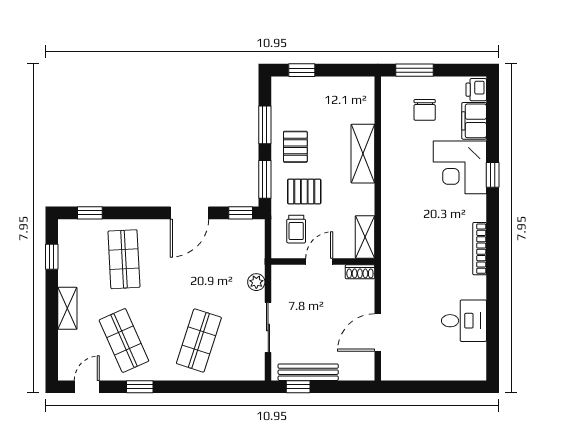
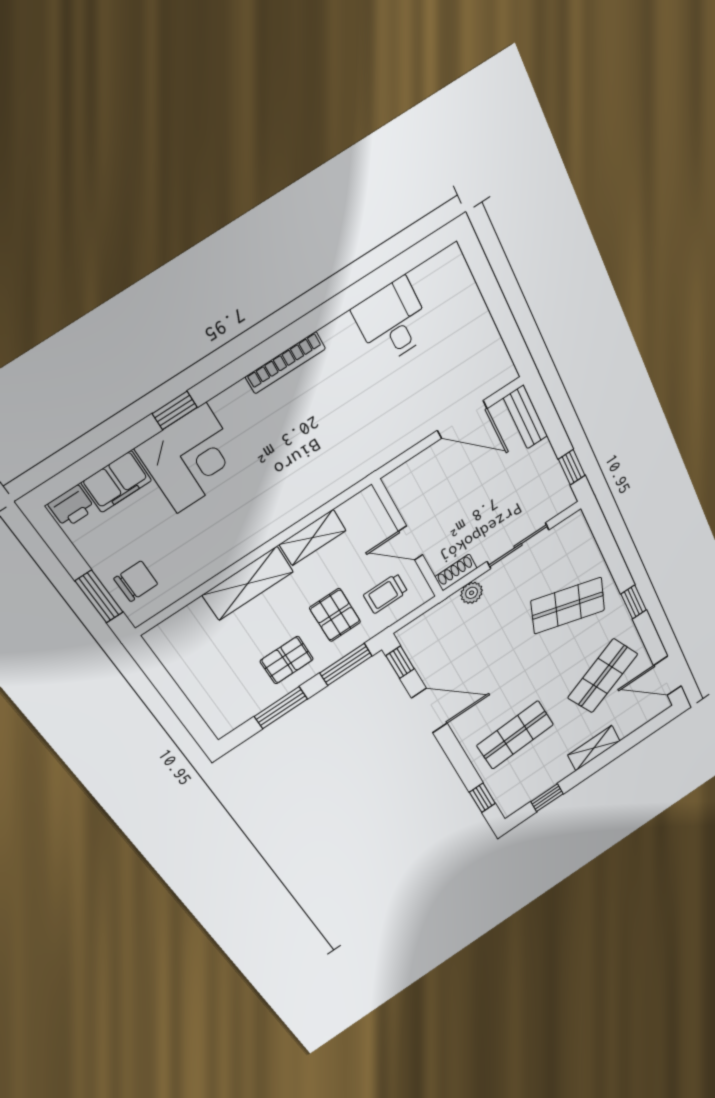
window: (302, 70) -> (188, 716), removed
chair: (425, 110) -> (136, 581), moved
trolley: (296, 229) -> (386, 593), turned 180
shelving: (365, 237) -> (313, 538), moved
shoe rack: (360, 272) -> (456, 573), moved, turned -90
bench: (308, 372) -> (526, 417), moved, width x0.73
door: (87, 387) -> (668, 676), width x1.38
window: (140, 387) -> (634, 602), moved

